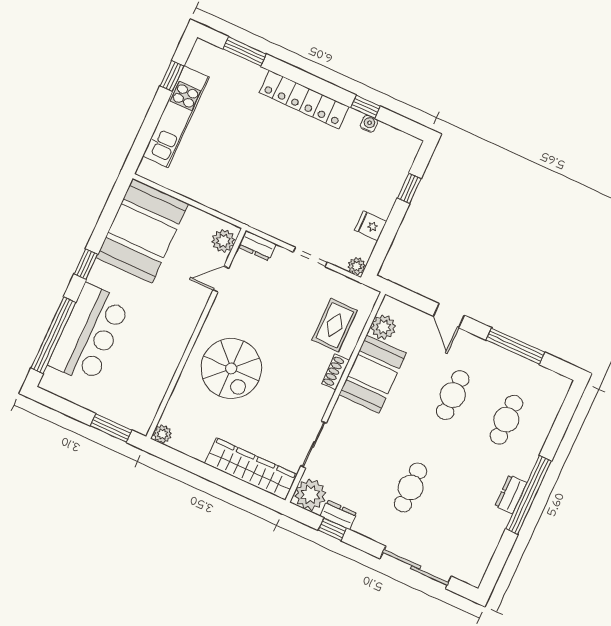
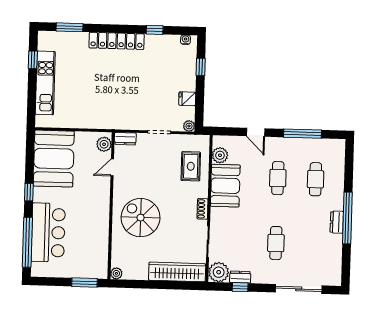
water cooler: (369, 124) -> (186, 40), moved
spiral stairs: (231, 368) -> (141, 218), turned 180
shoe rack: (336, 372) -> (203, 209), moved

